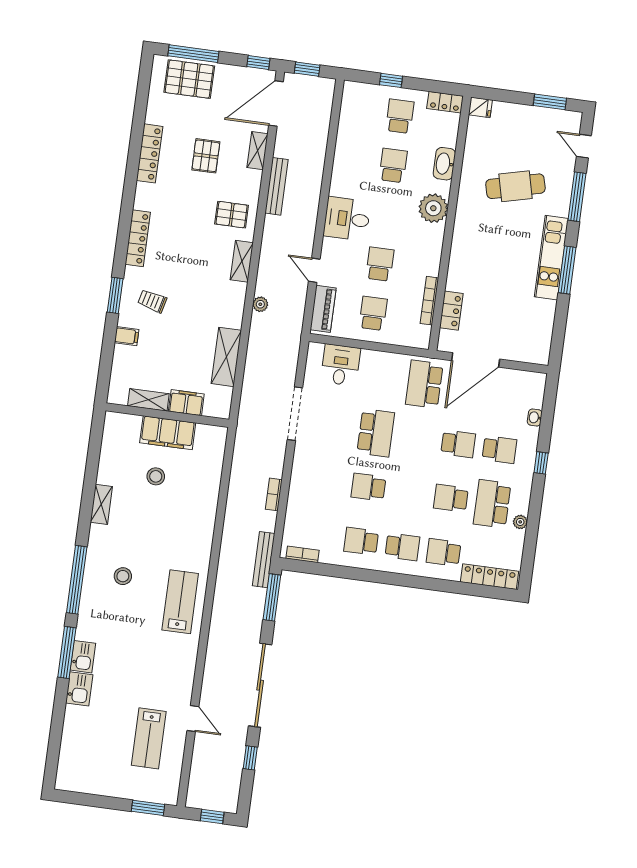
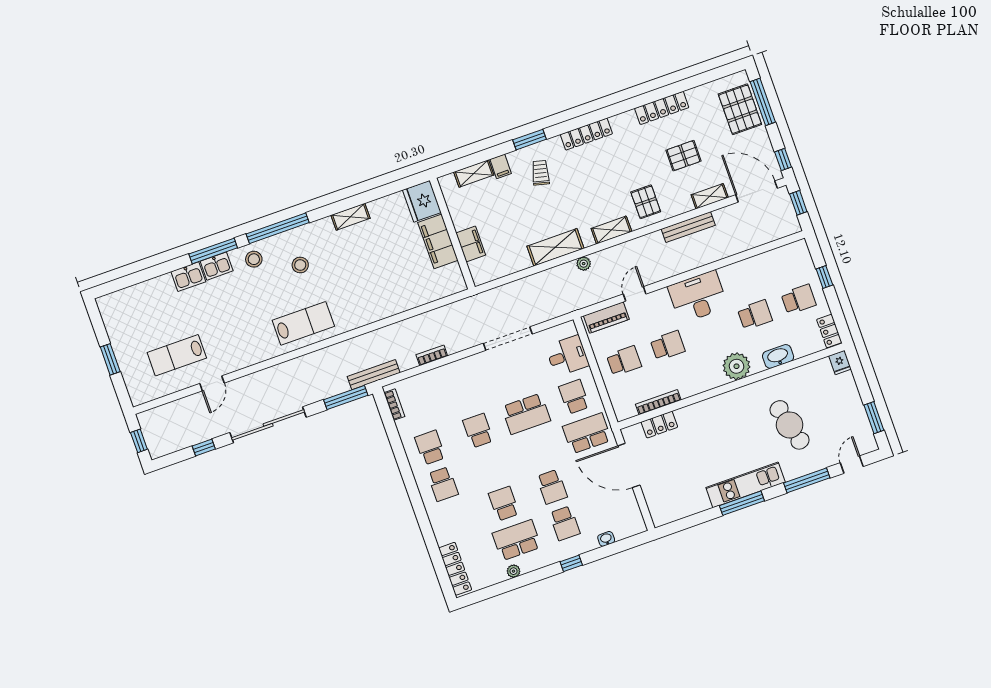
desk: (347, 219) -> (698, 297), width x1.37
shelving: (226, 357) -> (555, 247), moved
shelving: (148, 400) -> (474, 174), moved, turned 90
fridge: (121, 429) -> (422, 201), added
stool: (156, 476) -> (254, 259), moved
school desk: (444, 552) -> (574, 397), moved
window: (148, 808) -> (110, 359), moved

